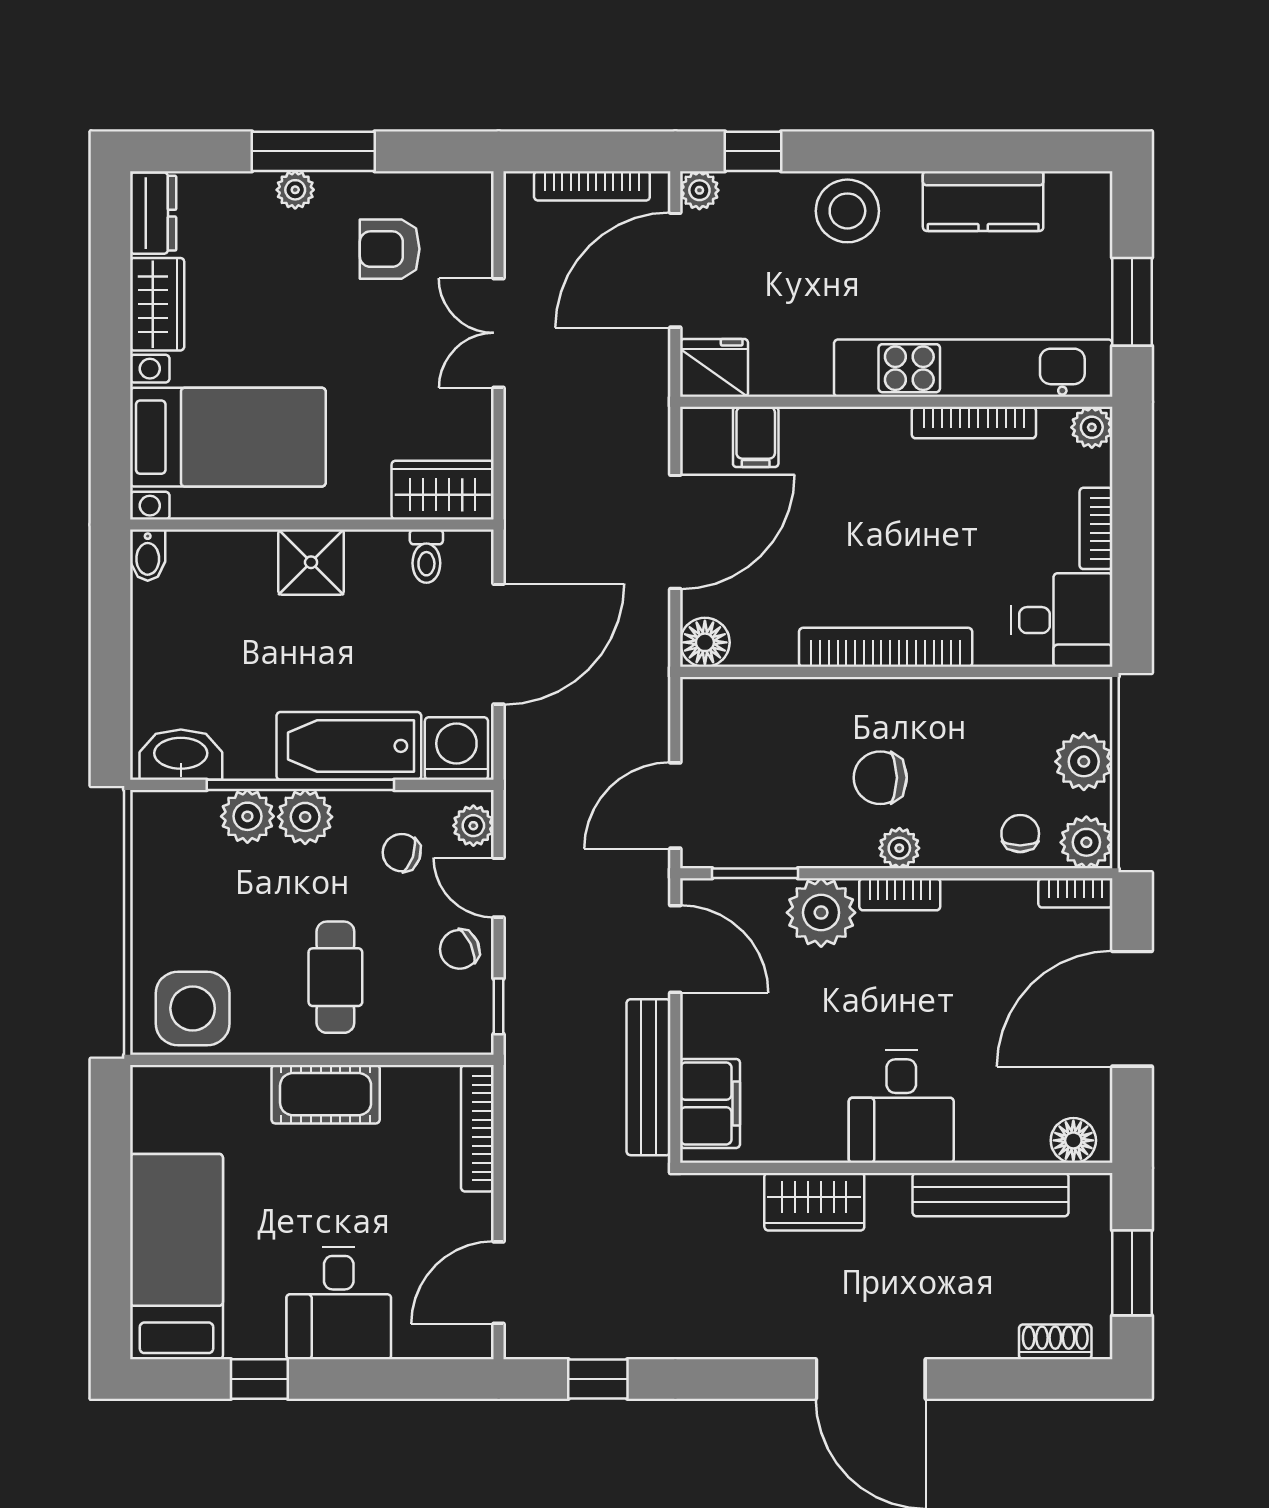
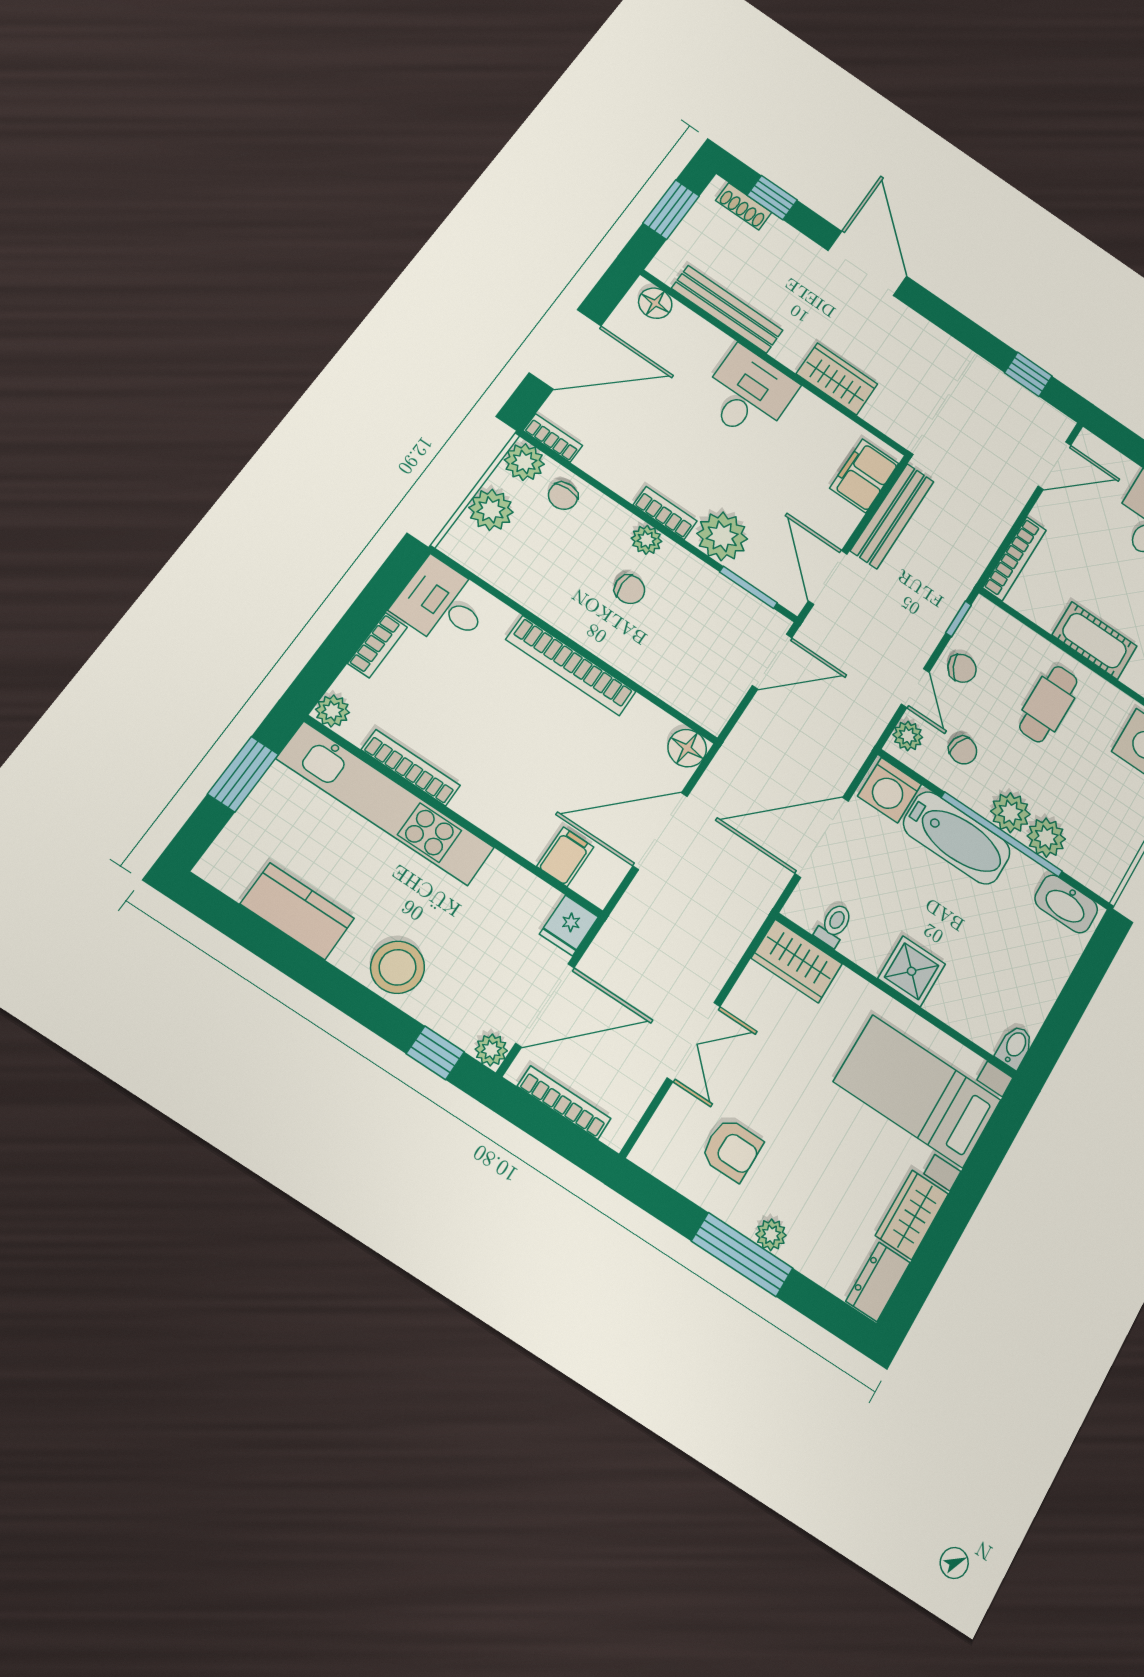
fridge: (714, 368) -> (569, 925), width x0.72
chair: (880, 778) -> (630, 589), width x0.73, depth x0.73
window: (1031, 1379) -> (772, 198), added

